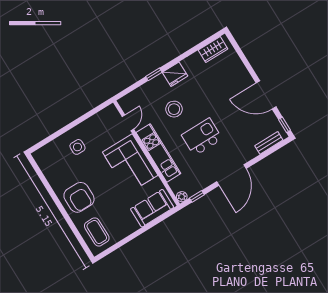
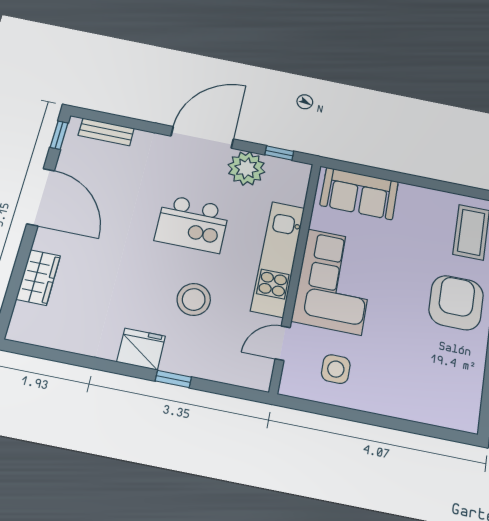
wardrobe: (213, 50) -> (38, 277), moved, turned 90
side table: (77, 147) -> (336, 369), moved
plant: (182, 197) -> (246, 168), moved, width x1.88, depth x1.88

